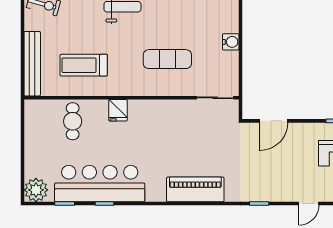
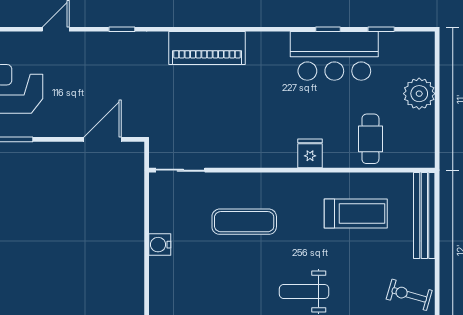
bar counter: (100, 184) -> (334, 56), width x0.73
plant: (36, 190) -> (419, 94), moved

